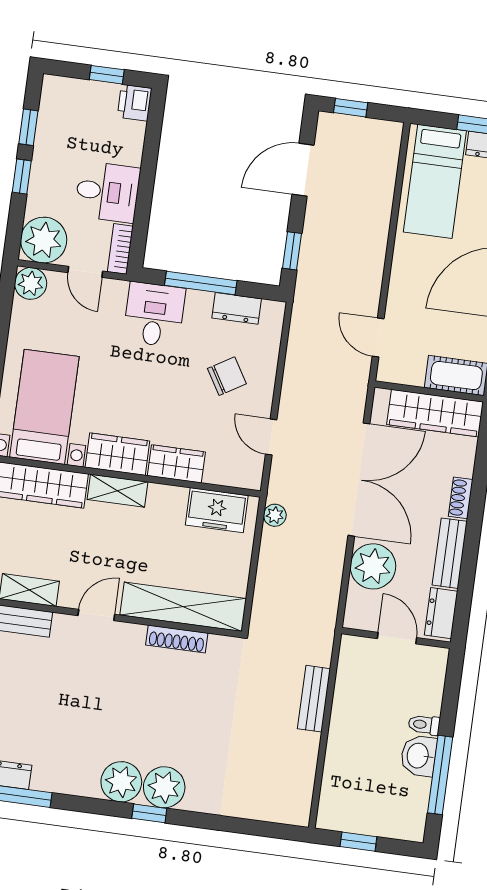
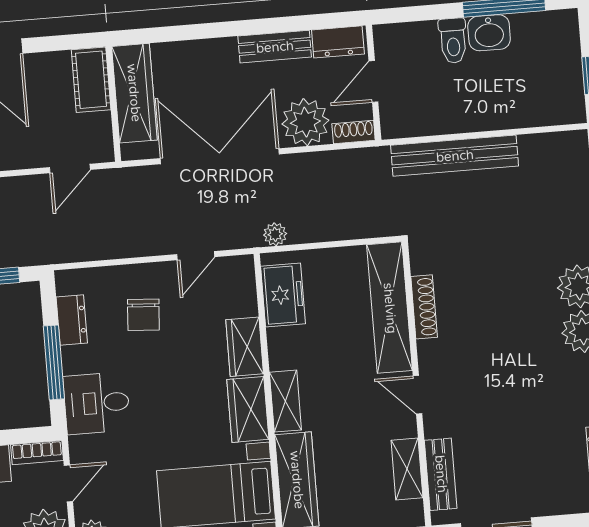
chair: (227, 376) -> (143, 315), turned -145
shoe rack: (461, 498) -> (354, 132), moved, turned 180
bench: (314, 699) -> (455, 156), width x1.86, depth x1.21
toilet: (424, 725) -> (453, 41), width x1.37, depth x1.39

